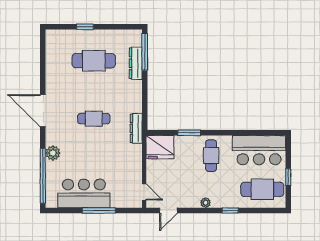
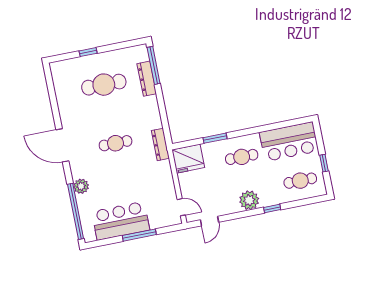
cafe table: (211, 156) -> (242, 157), turned 90
cafe table: (262, 189) -> (300, 181), width x0.73, depth x0.74
plant: (206, 203) -> (249, 200), width x1.88, depth x1.88

